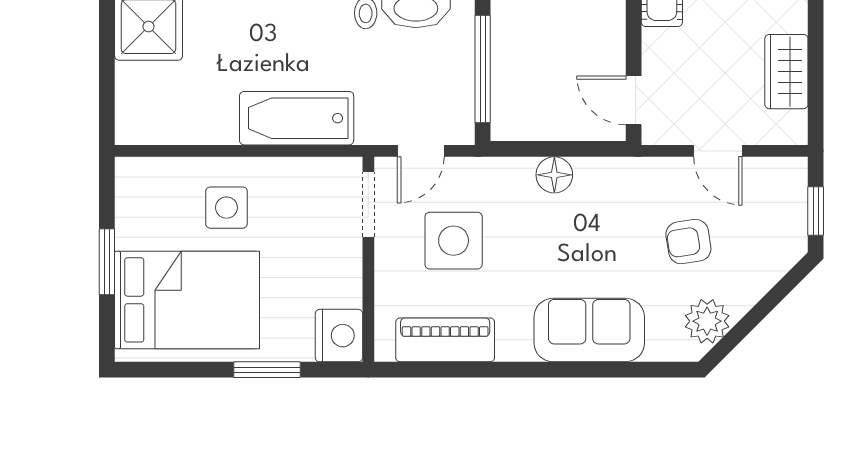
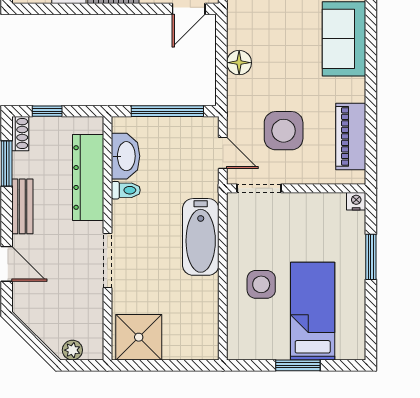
bed: (187, 300) -> (313, 311), width x0.67
nightstand: (339, 336) -> (356, 201), width x0.53, depth x0.56

